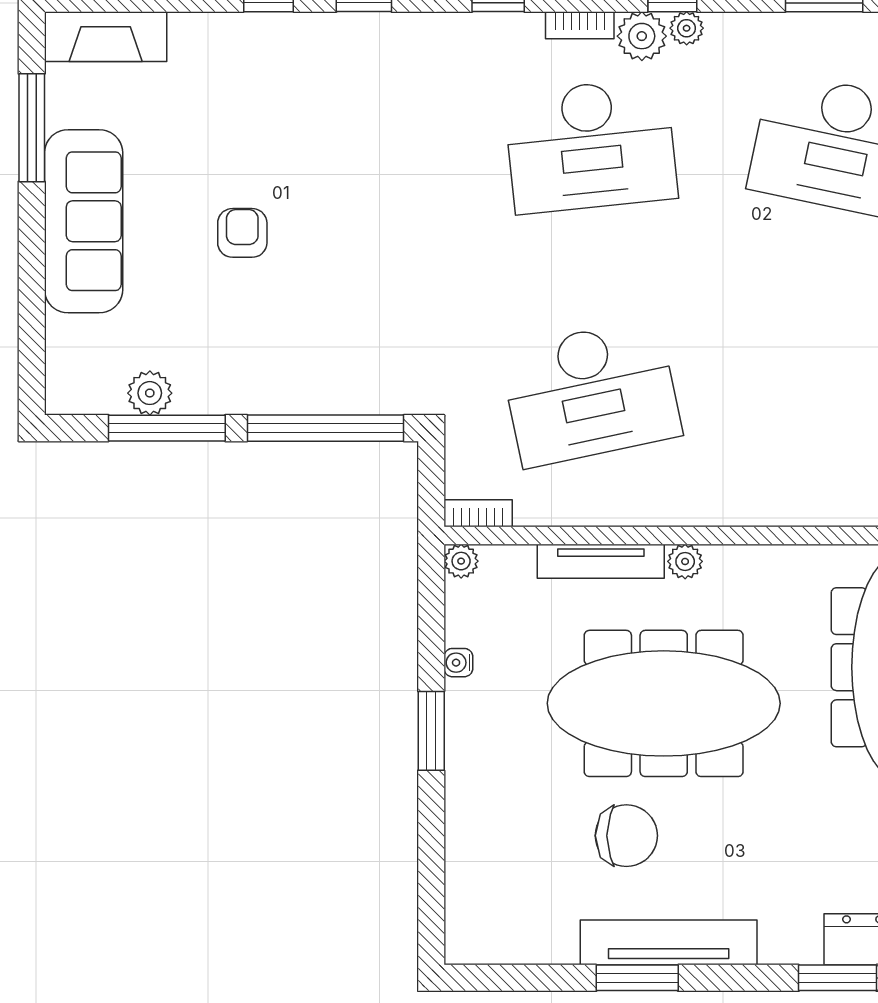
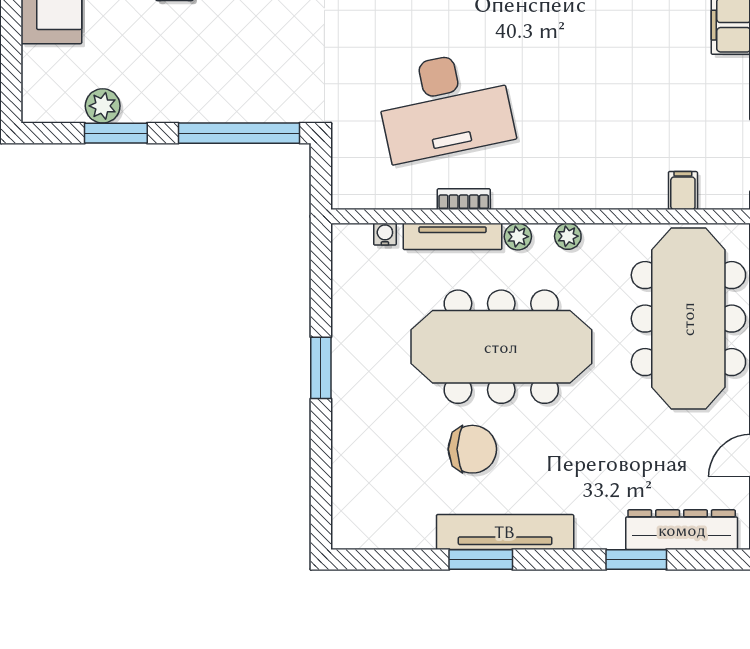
window: (167, 428) -> (116, 133), width x0.69
bookcase: (478, 513) -> (464, 199), moved
plant: (461, 561) -> (568, 236), moved
water cooler: (458, 663) -> (385, 234), moved, turned 90

